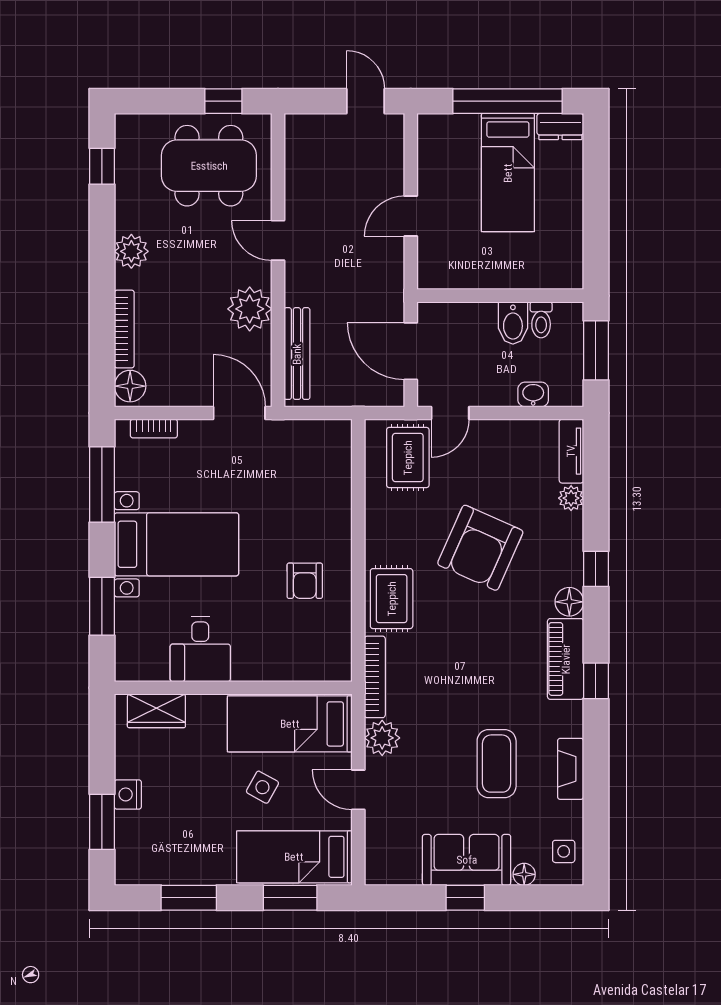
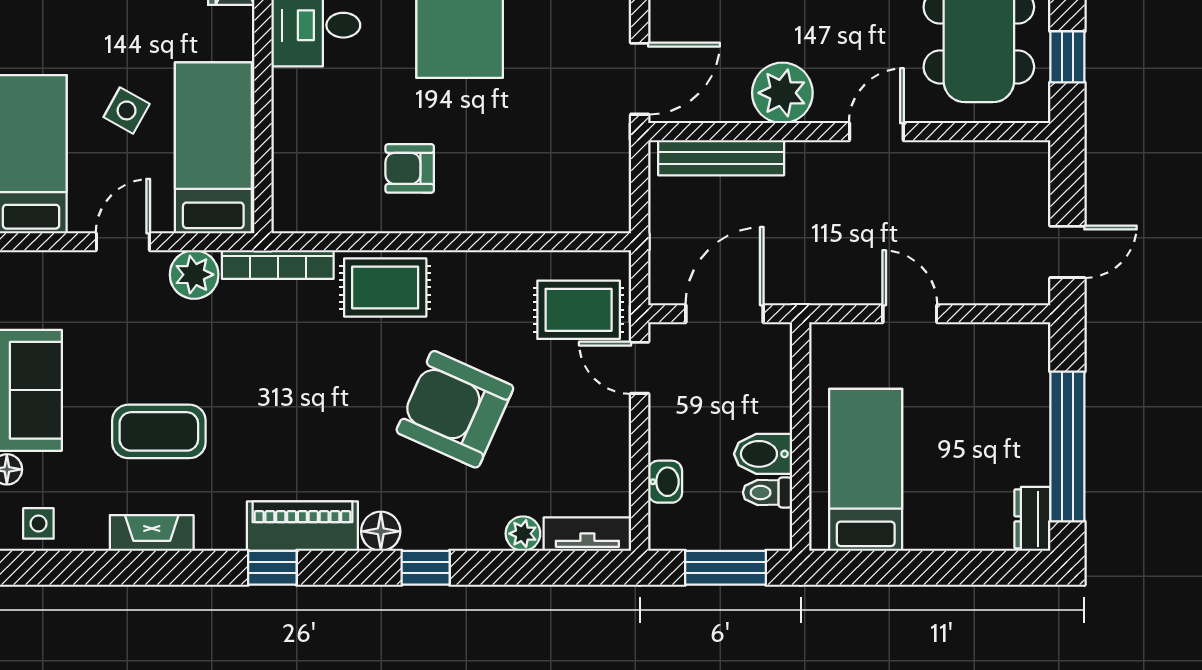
bed: (508, 173) -> (866, 470), moved, turned 90

